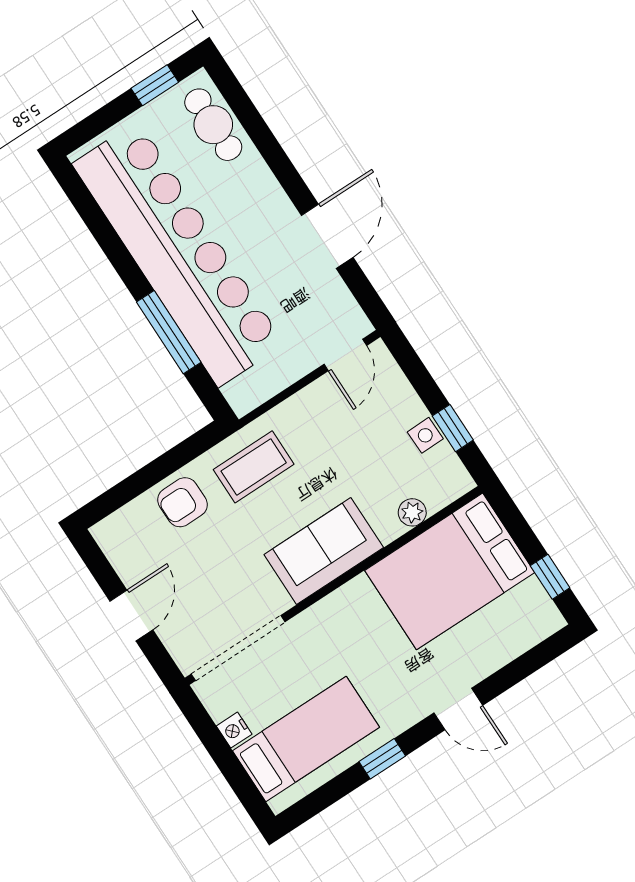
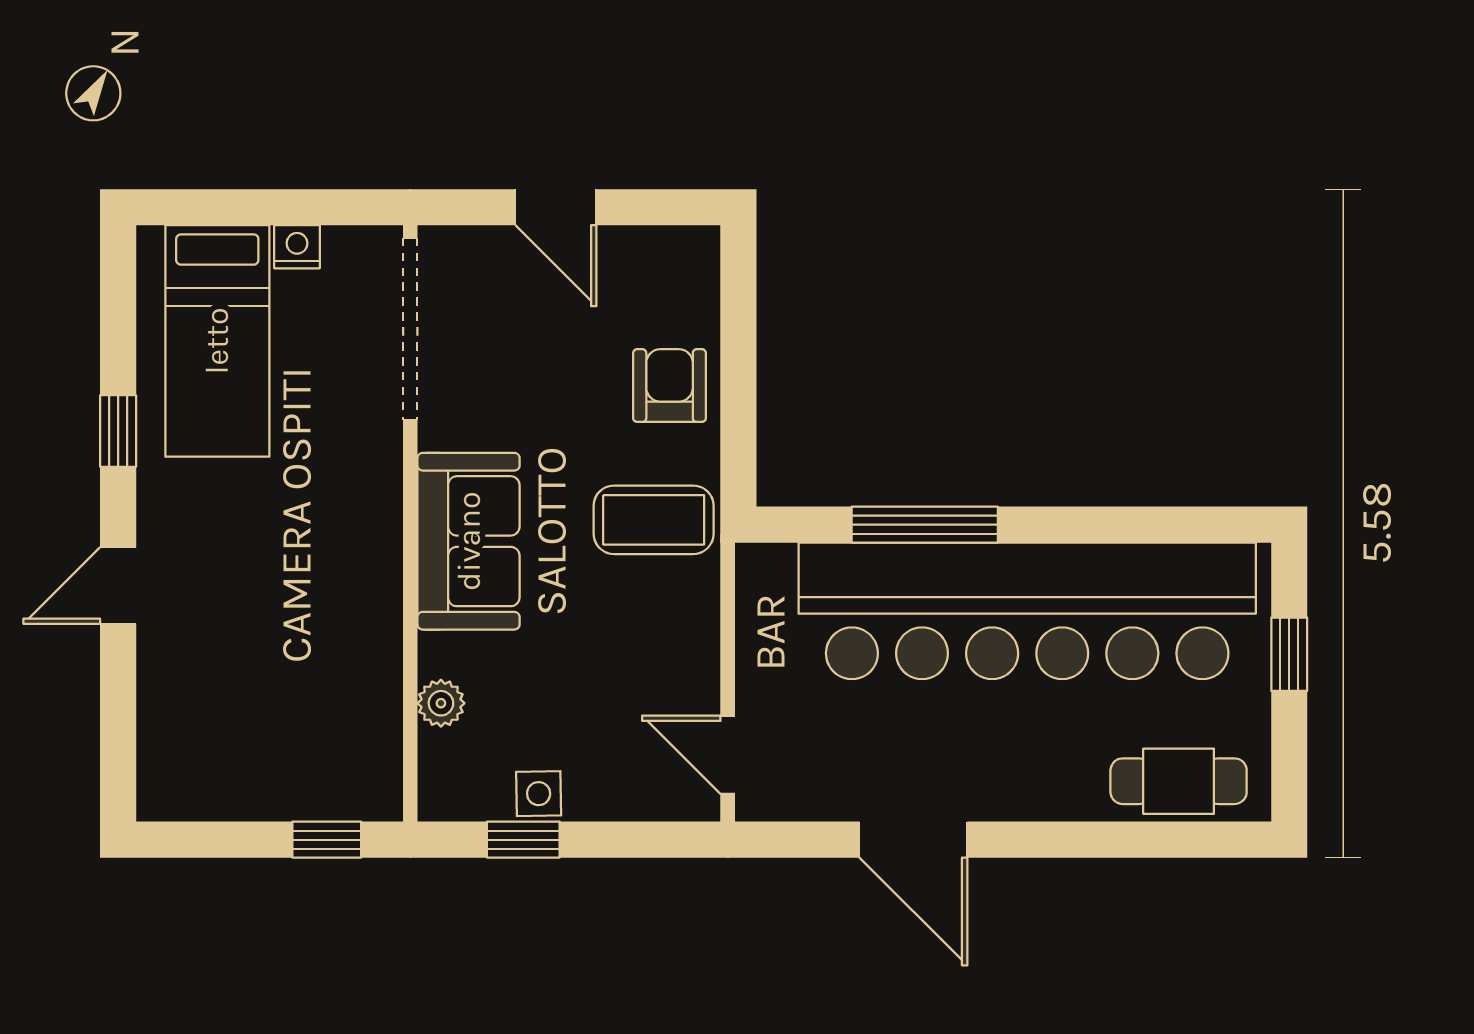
window: (155, 85) -> (1289, 654), moved
coffee table: (254, 467) -> (654, 520), turned 90
bed: (450, 571) -> (322, 702), removed
window: (550, 577) -> (327, 840), moved

